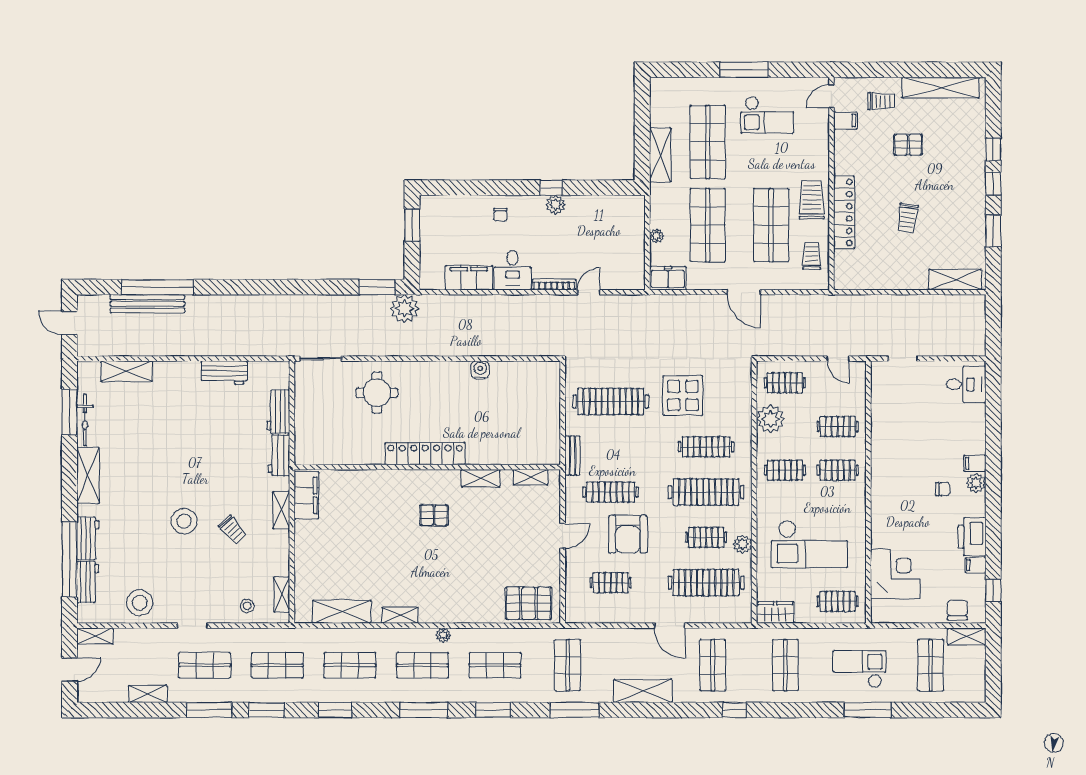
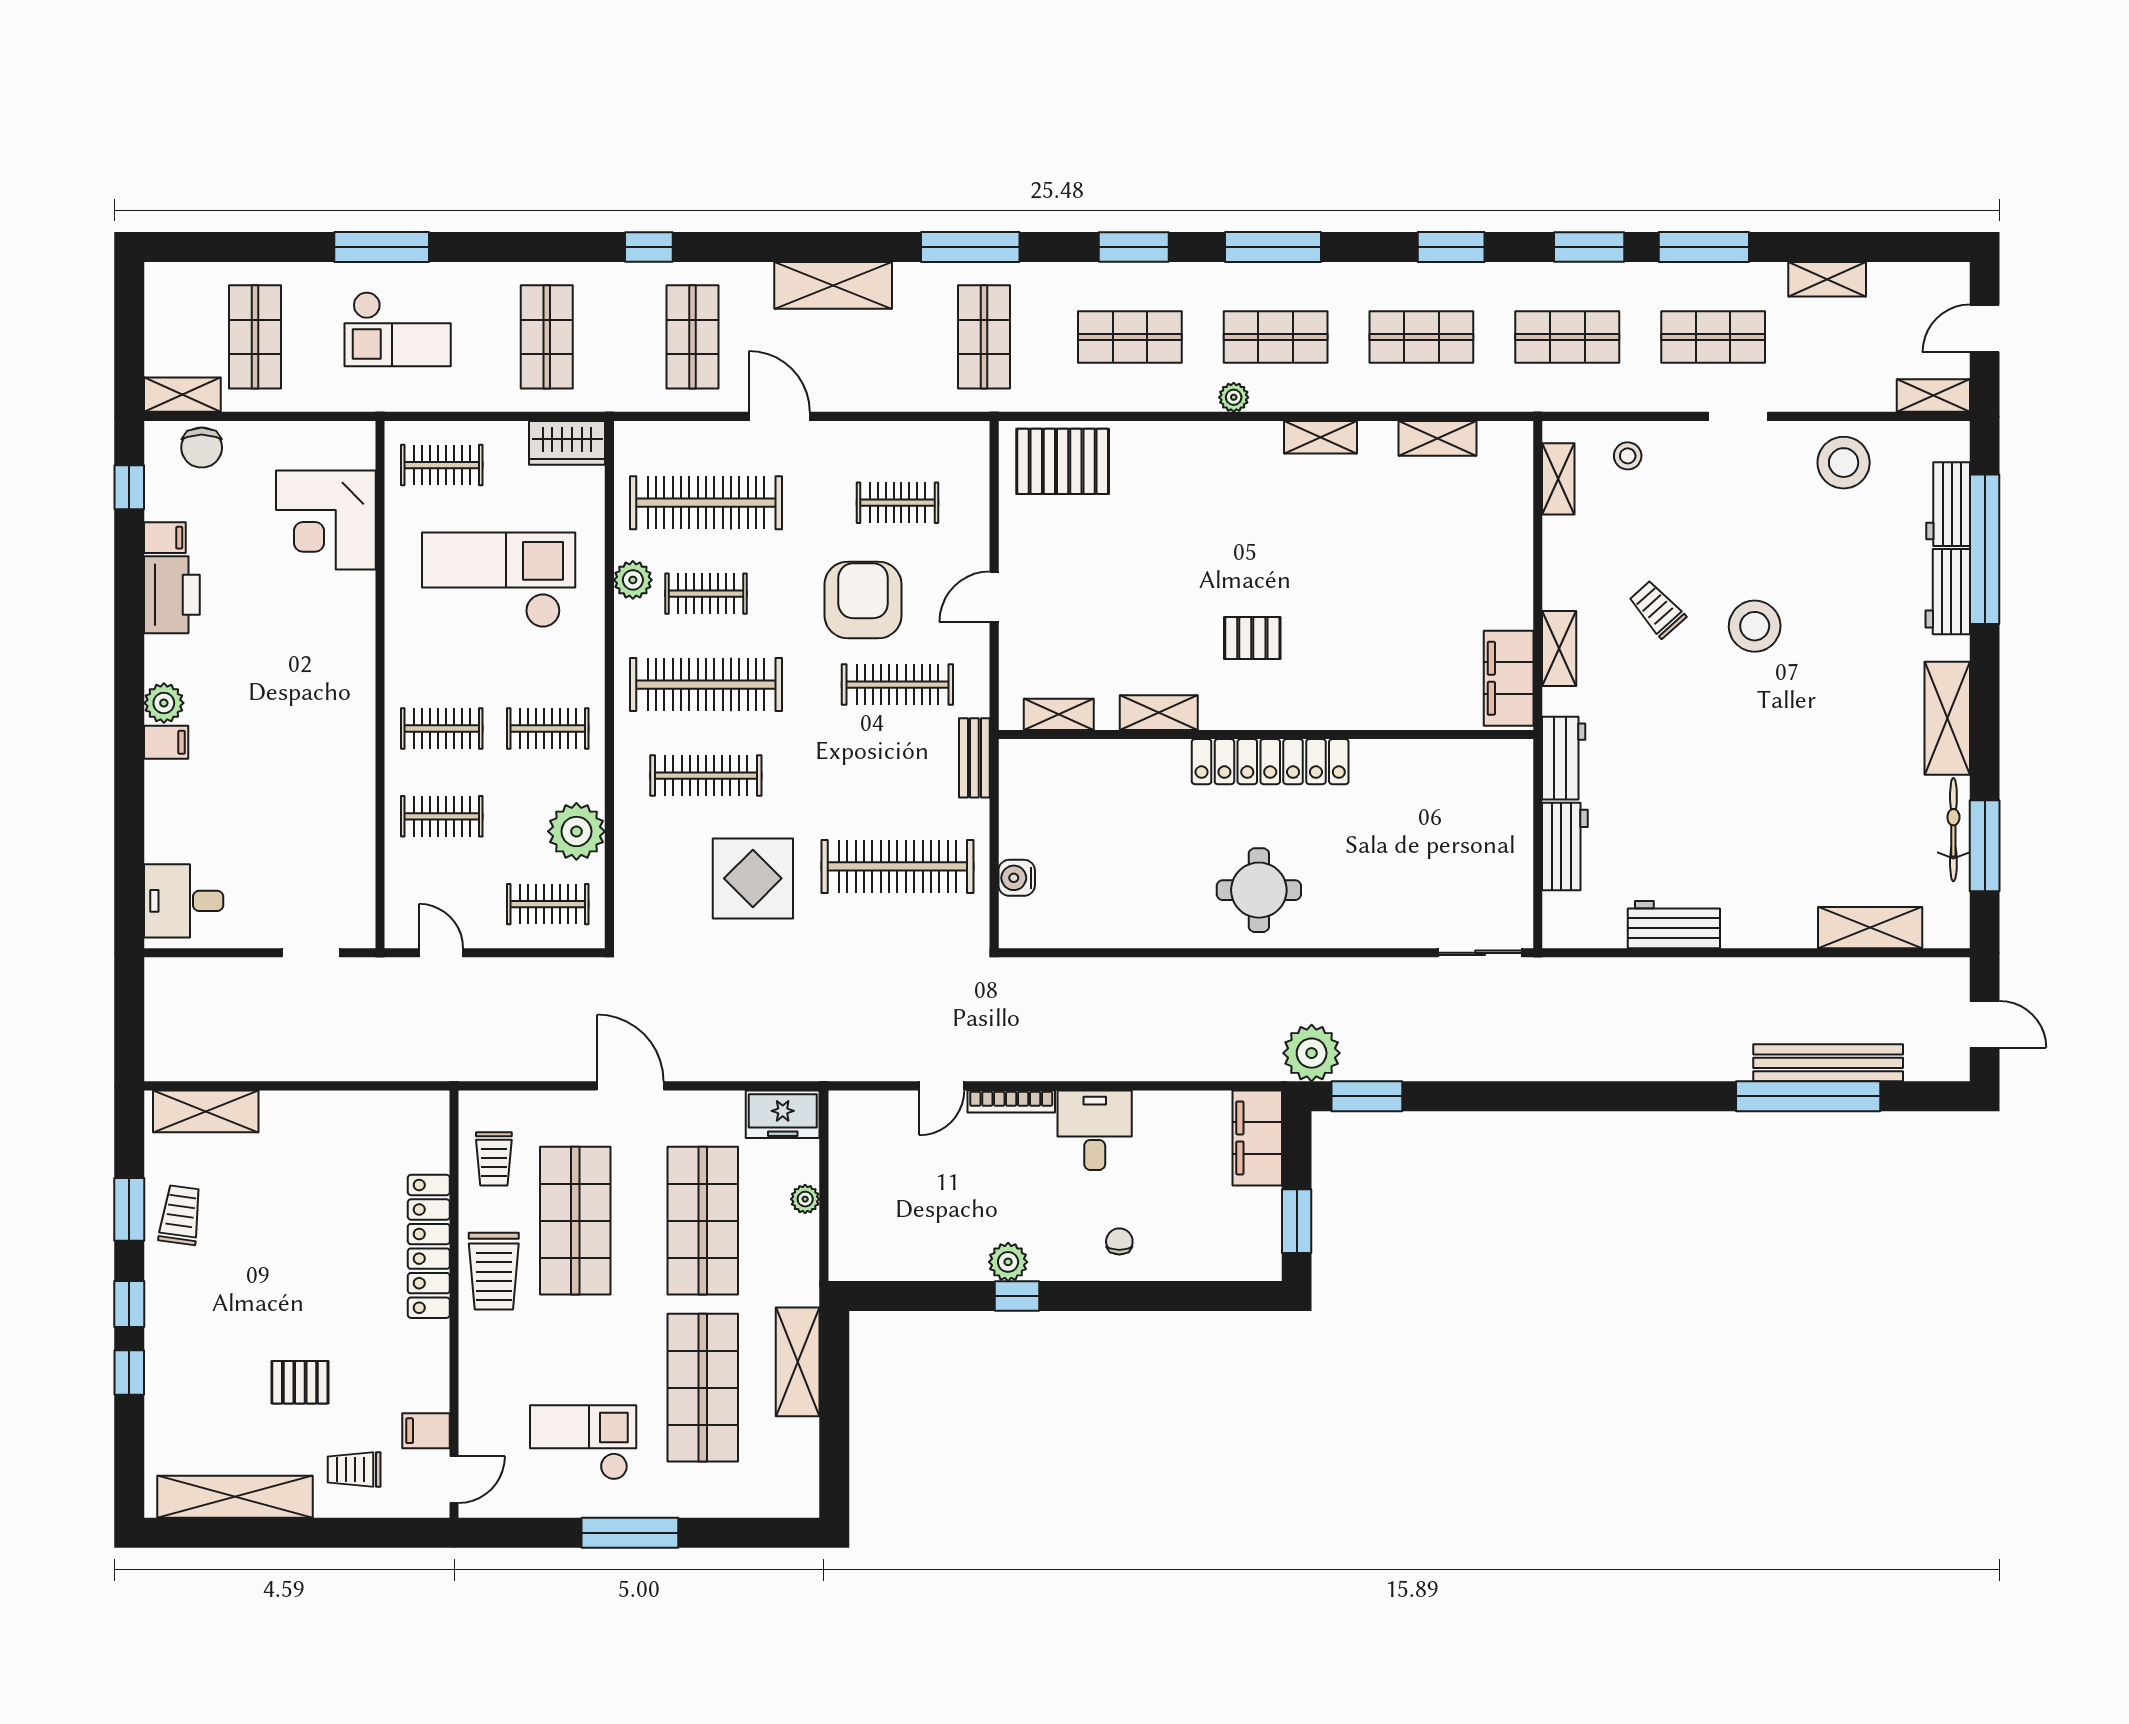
trolley: (908, 218) -> (180, 1215), moved
filing cabinet: (469, 278) -> (1257, 1138), moved, turned 90
water cooler: (480, 370) -> (1017, 878), moved, turned 90
round table: (377, 393) -> (1259, 890), moved
chair: (943, 489) -> (231, 691), removed
shelving: (342, 612) -> (1437, 438), width x0.67, depth x0.75

